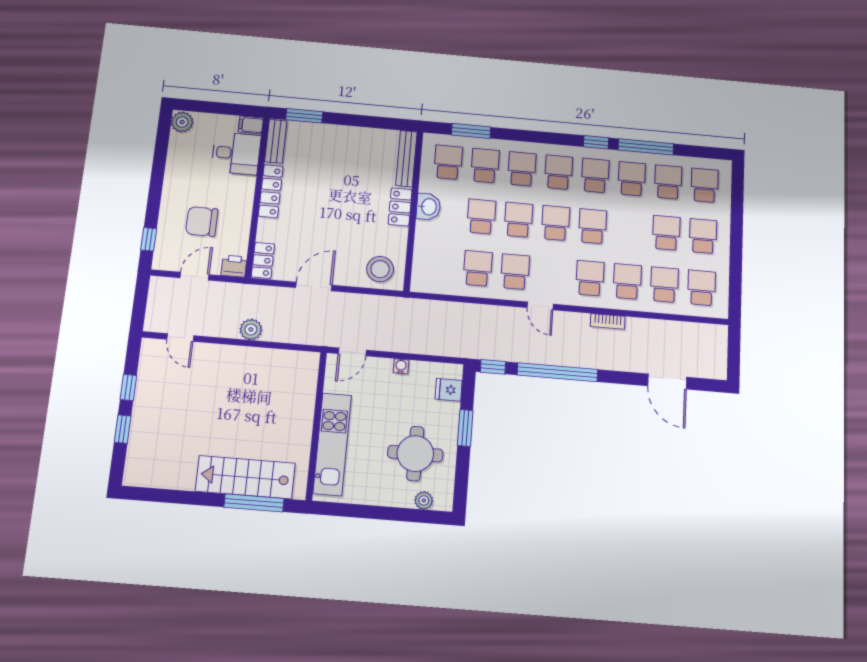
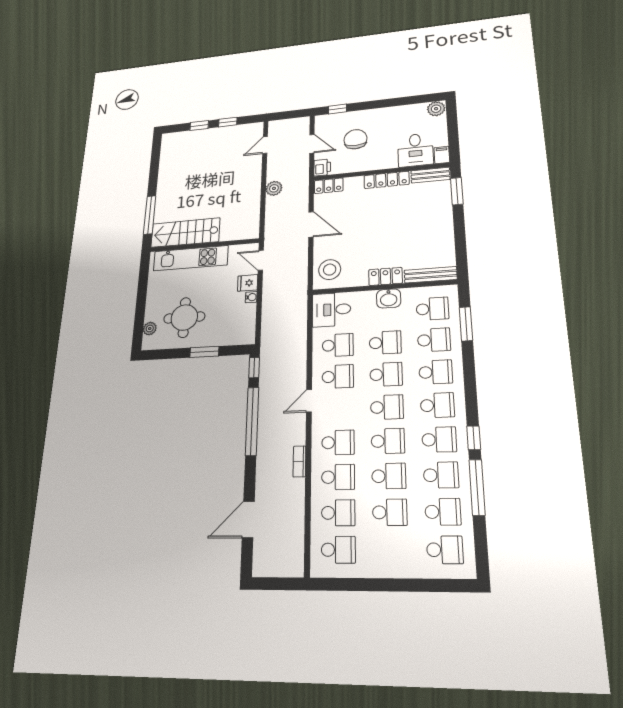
school desk: (703, 236) -> (389, 476), moved
desk: (432, 272) -> (331, 310), added
fridge: (449, 390) -> (248, 283), moved, turned -90
stairs: (245, 477) -> (185, 233), moved, turned -90

